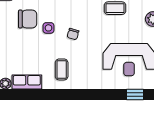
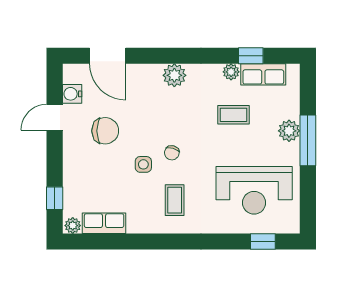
side table: (48, 28) -> (143, 164), moved
coffee table: (62, 69) -> (175, 200), moved

